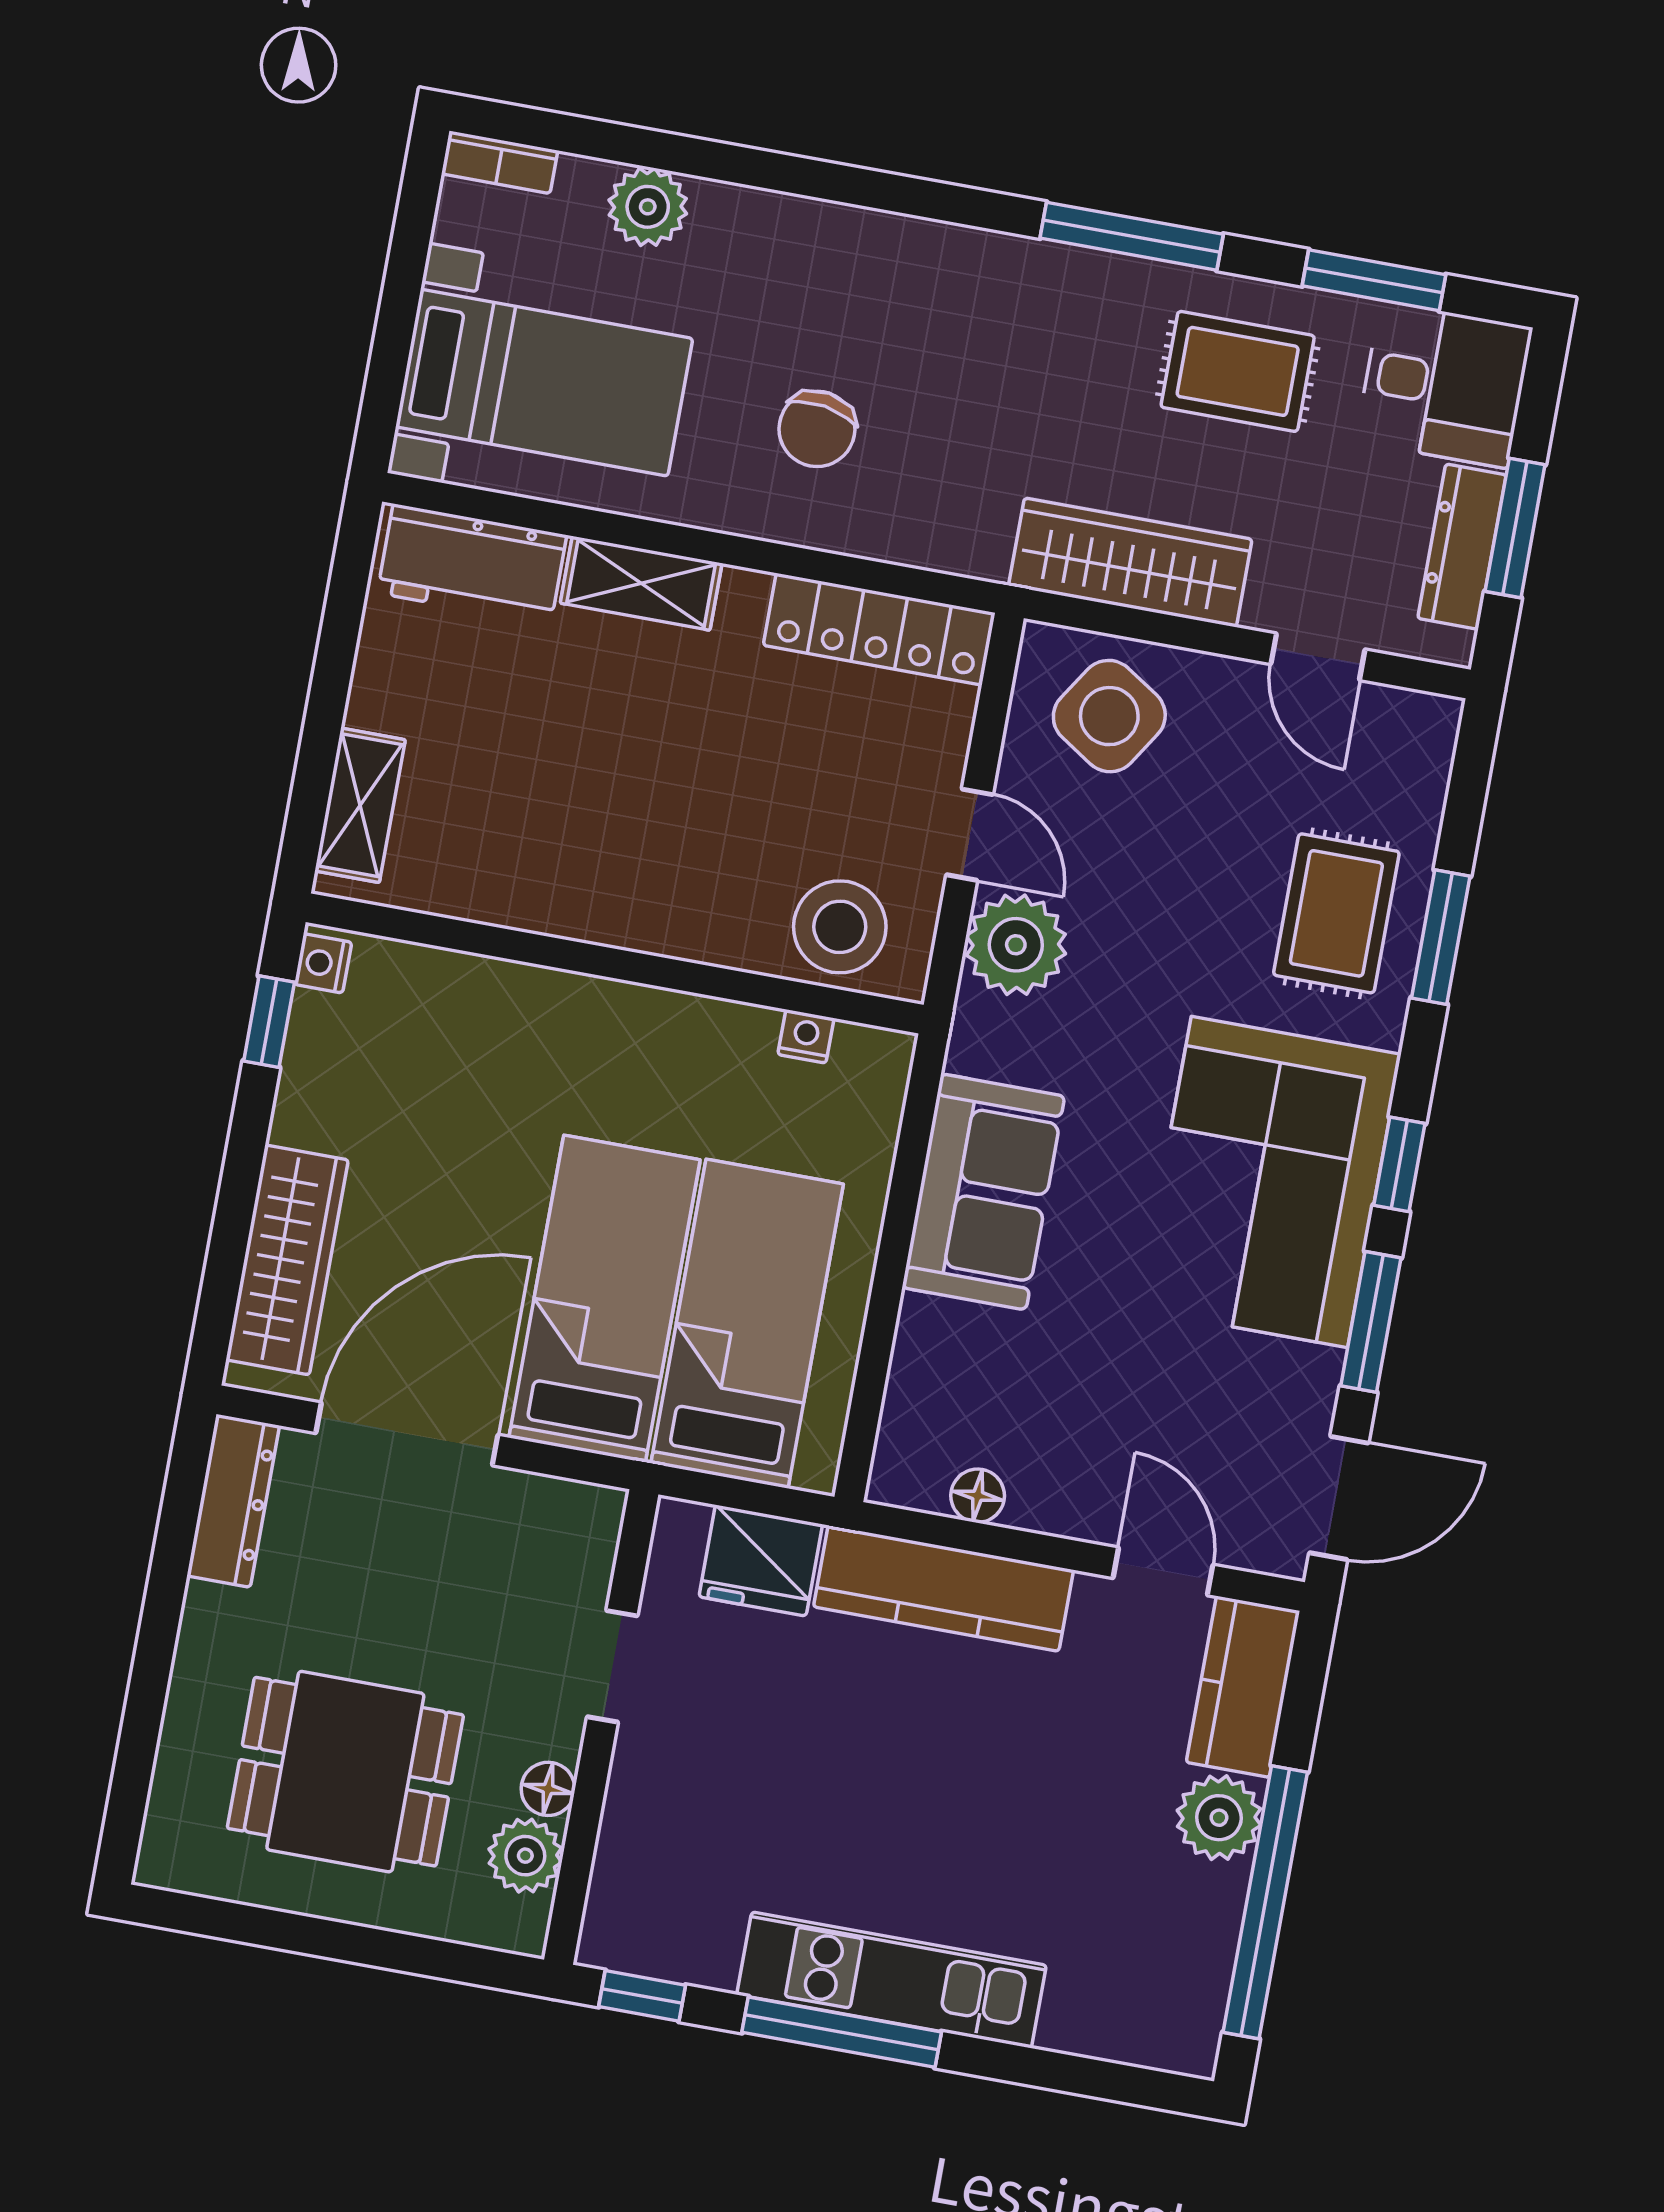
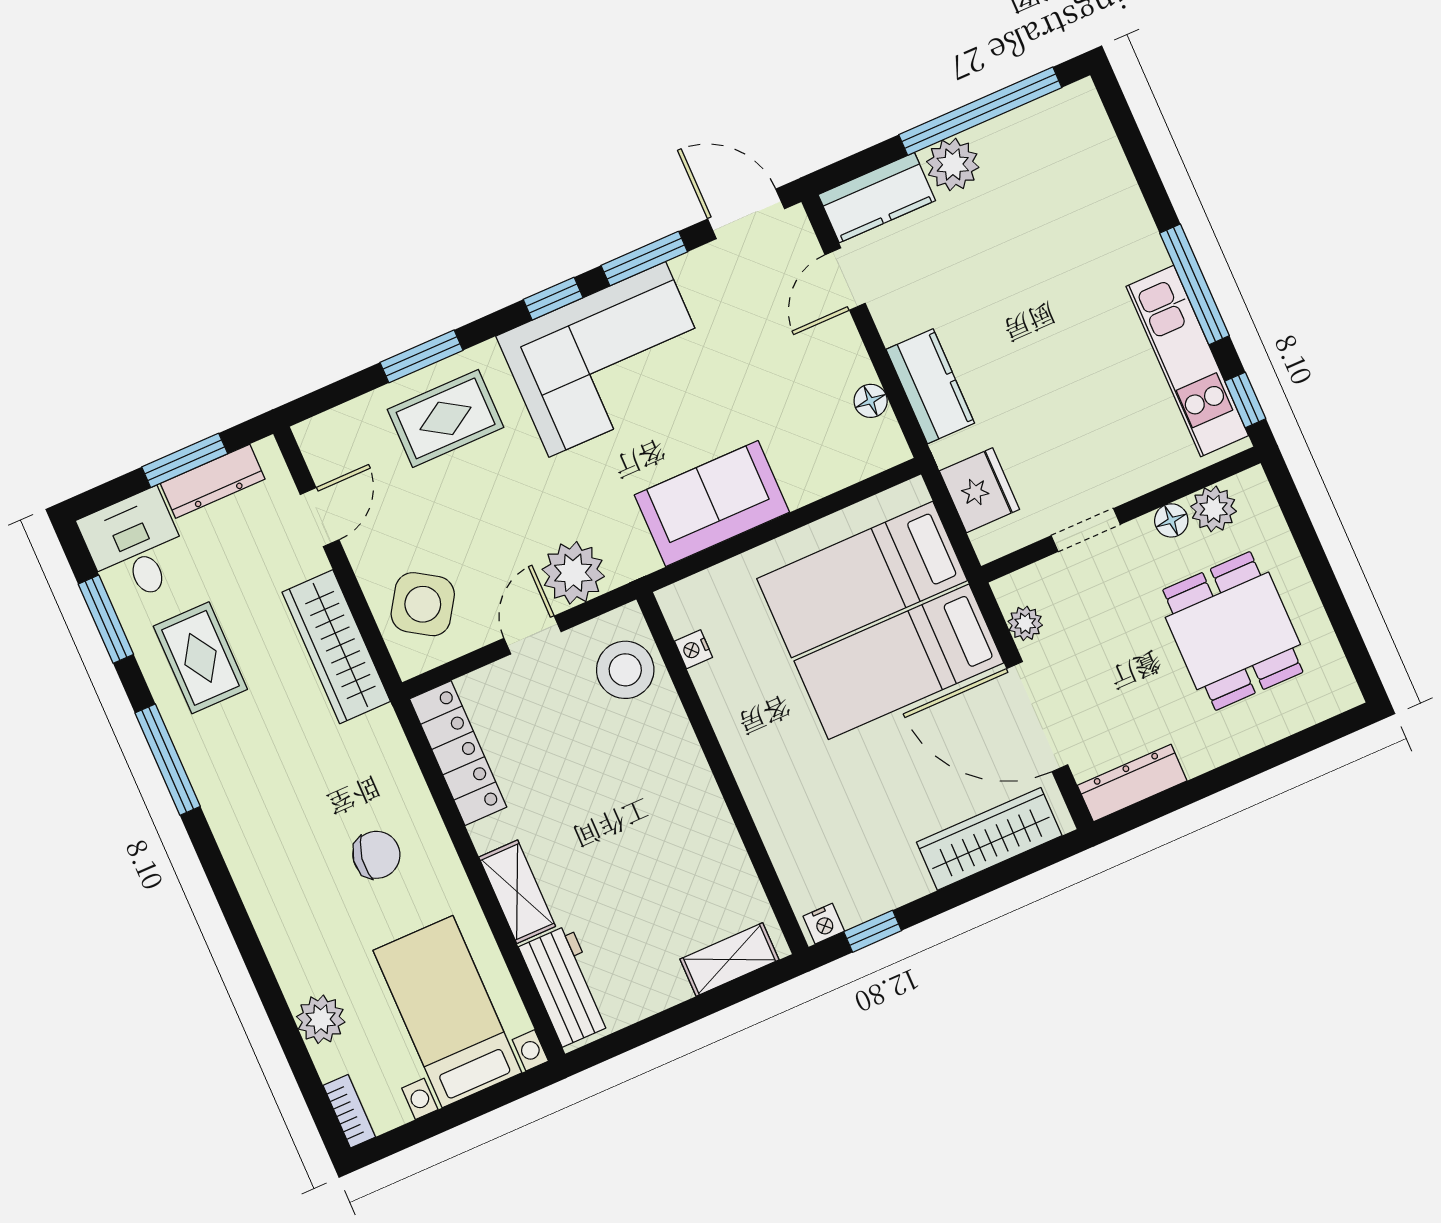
plant: (542, 1502) -> (1025, 623), added
kitchen counter: (943, 1588) -> (930, 386), width x0.67
kitchen unit: (892, 1980) -> (1187, 361), moved

